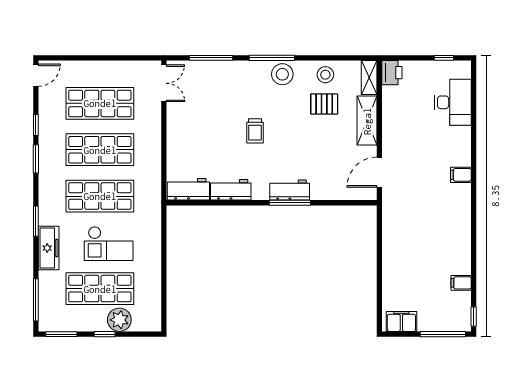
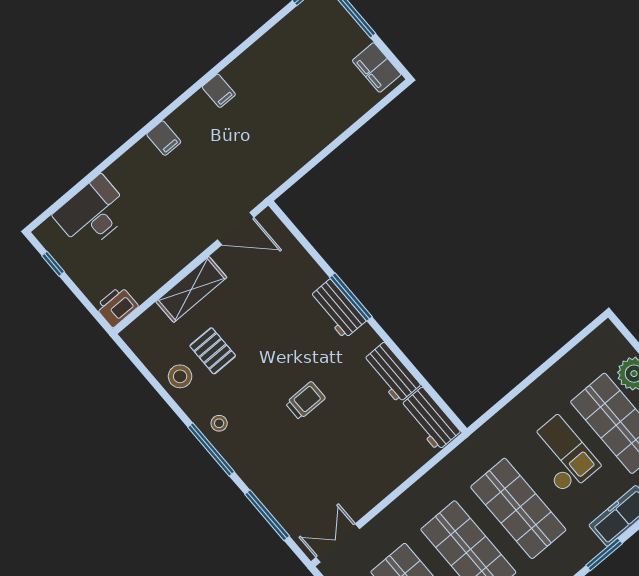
stool: (282, 74) -> (219, 423), width x0.53, depth x0.53
shelving: (369, 78) -> (143, 327), removed
filing cabinet: (461, 283) -> (219, 91), moved

